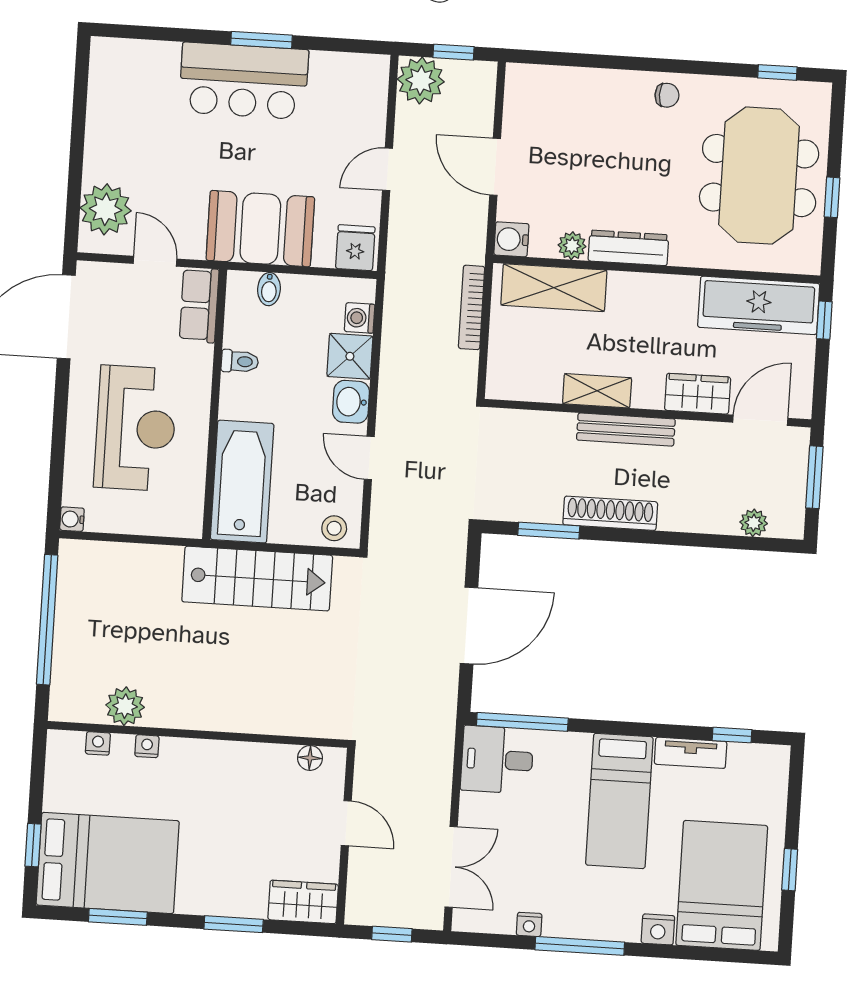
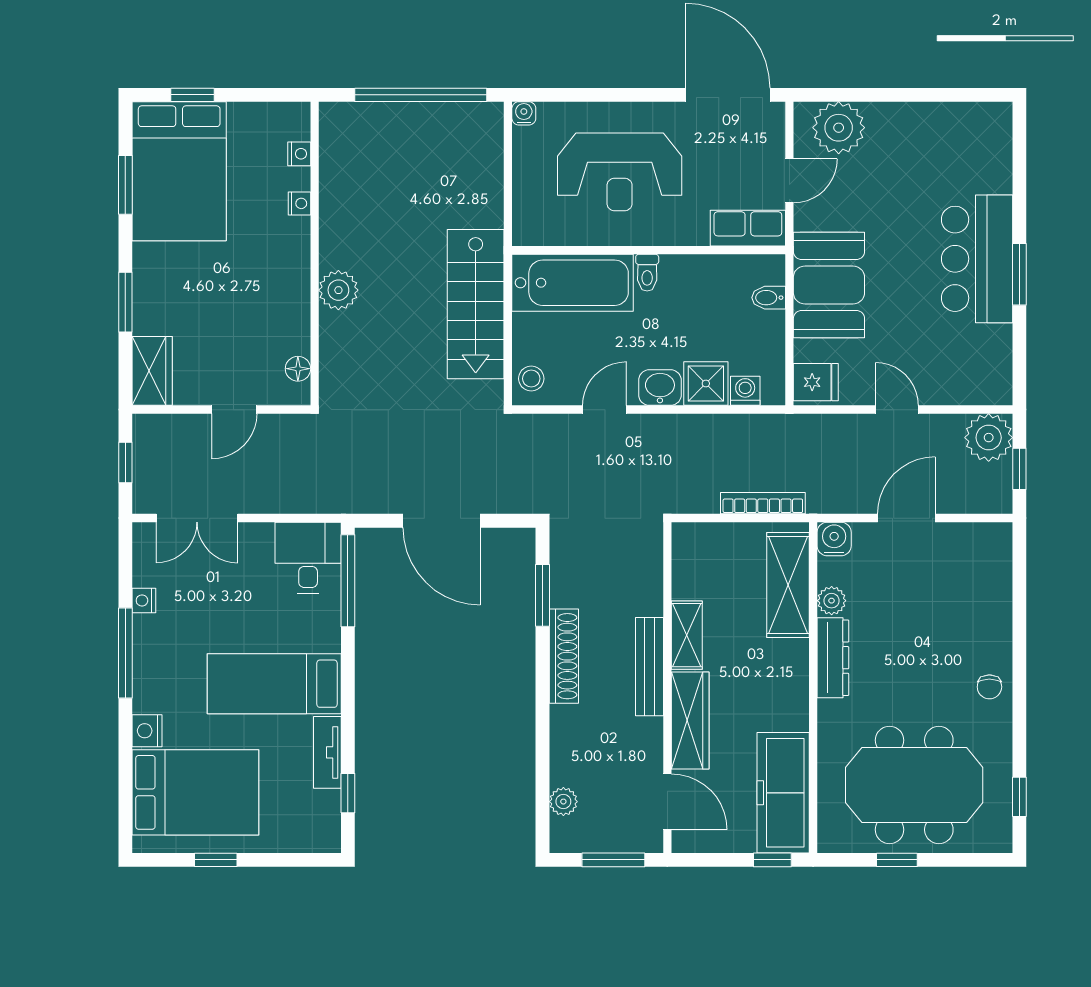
toilet: (240, 361) -> (647, 273), moved
wardrobe: (698, 394) -> (690, 721), width x1.50
plant: (125, 706) -> (338, 290), moved

